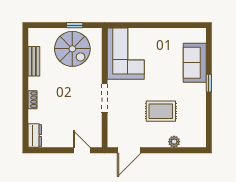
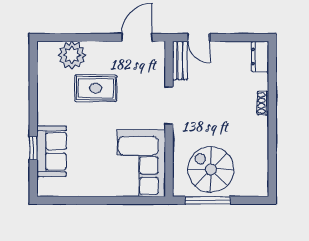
window: (75, 25) -> (208, 200), width x2.17
bench: (34, 61) -> (180, 60), moved
window: (209, 83) -> (33, 148), moved
plant: (174, 142) -> (72, 55), width x1.88, depth x1.88

